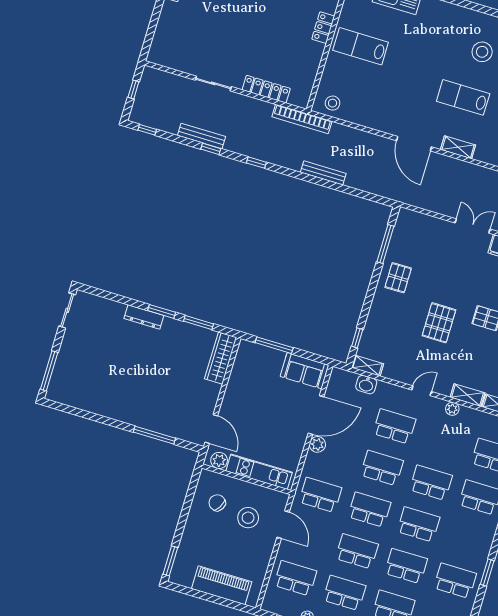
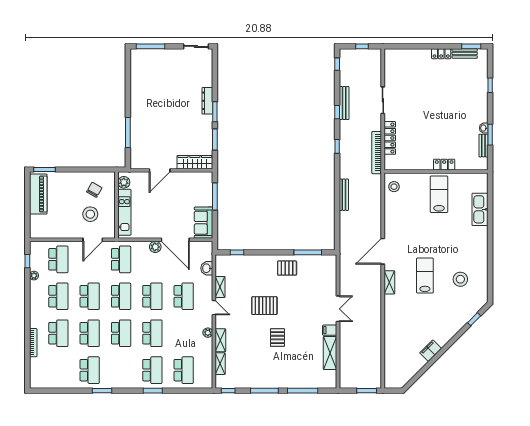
bookcase: (302, 119) -> (377, 153), moved
shelving: (368, 366) -> (220, 287), moved
door: (211, 429) -> (160, 170), moved
piano: (222, 585) -> (38, 194), moved

